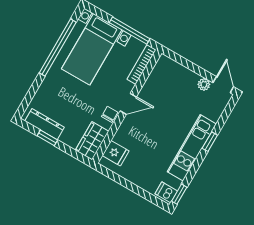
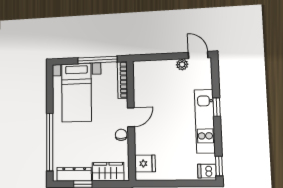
window: (58, 47) -> (50, 142), moved
wardrobe: (92, 141) -> (108, 172), moved, turned 90

